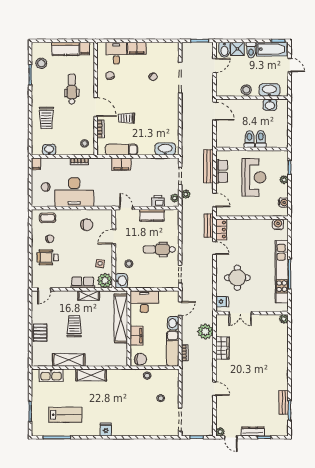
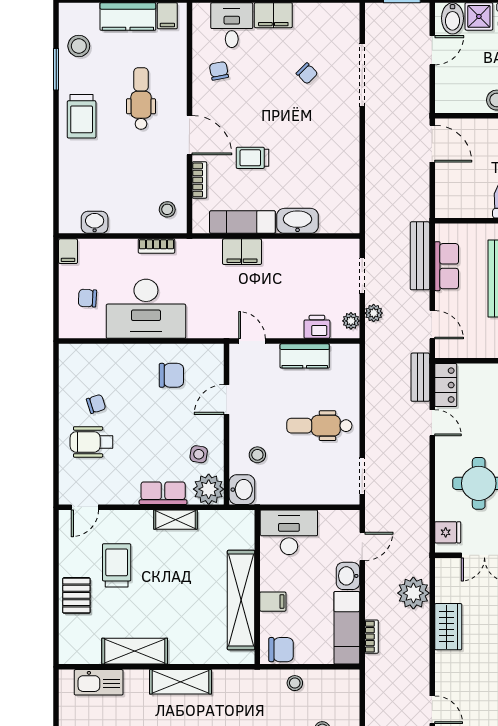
trolley: (46, 118) -> (82, 116), moved
washbasin: (165, 149) -> (298, 221), moved
coffee table: (48, 218) -> (92, 361), removed
shelving: (121, 318) -> (241, 600), moved
trolley: (74, 326) -> (117, 565), moved
filing cabinet: (136, 336) -> (273, 602), width x0.50

